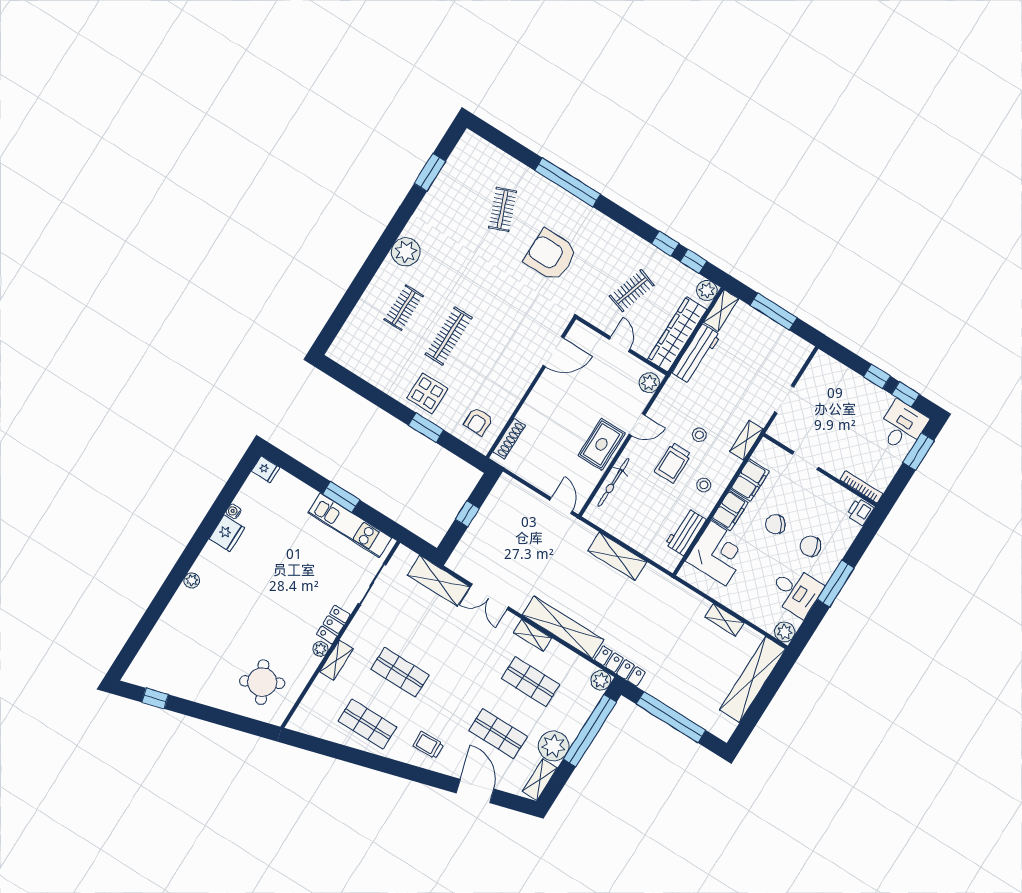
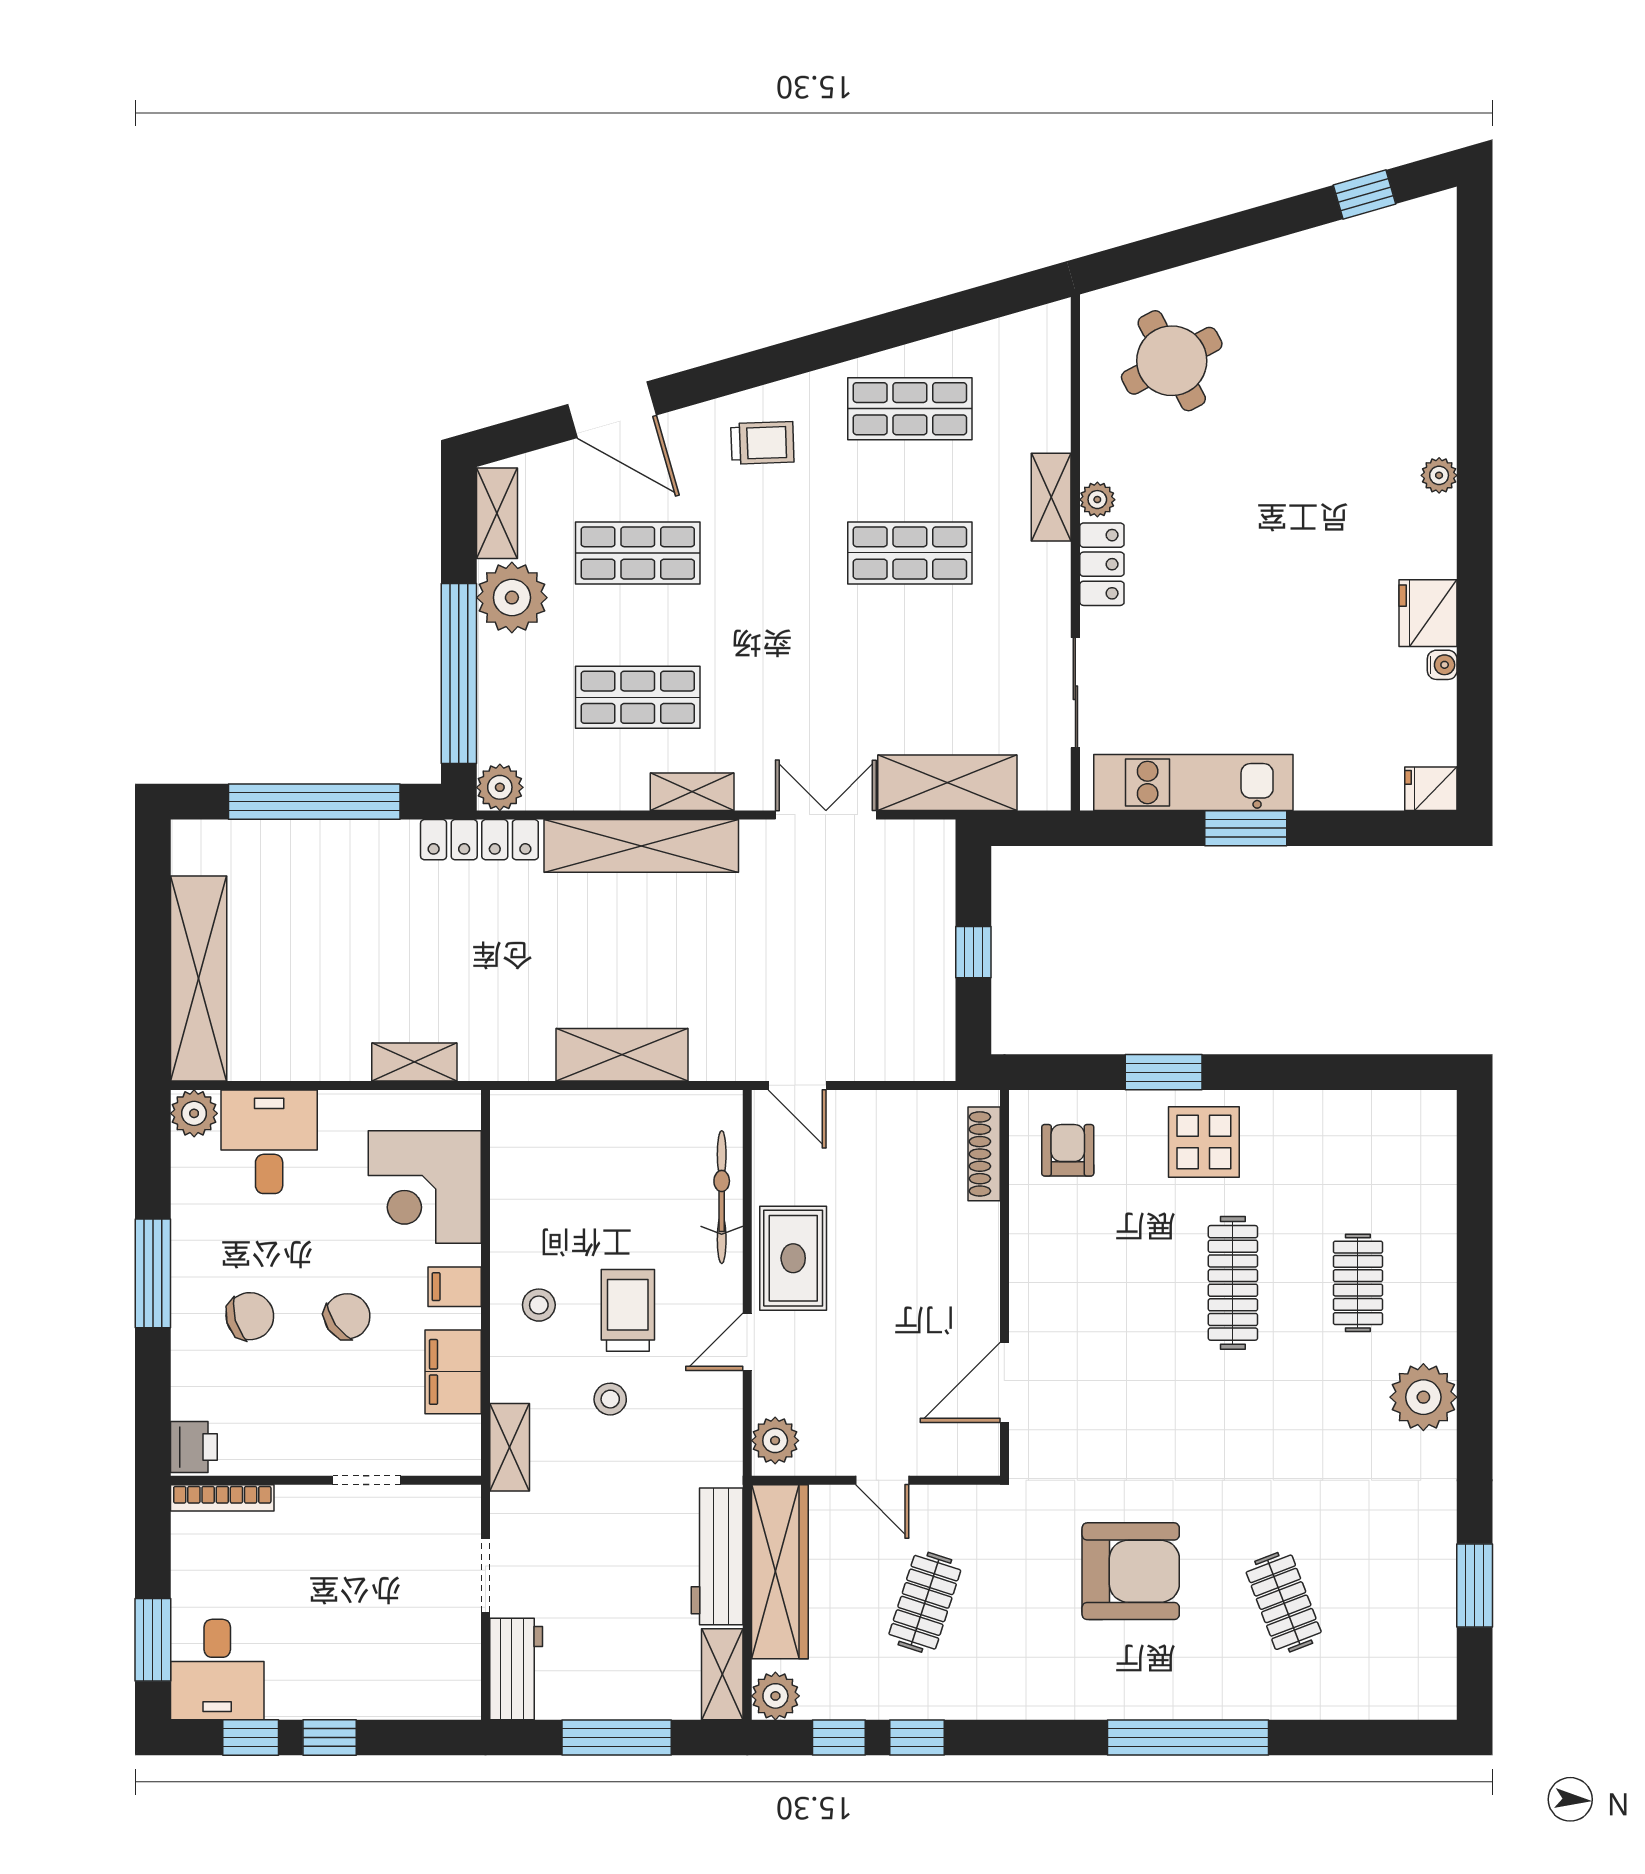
filing cabinet: (730, 511) -> (455, 1287), width x0.50
workbench: (686, 532) -> (516, 1669), moved
desk: (796, 591) -> (269, 1142), moved, turned 90
shelving: (724, 620) -> (414, 1062), moved

